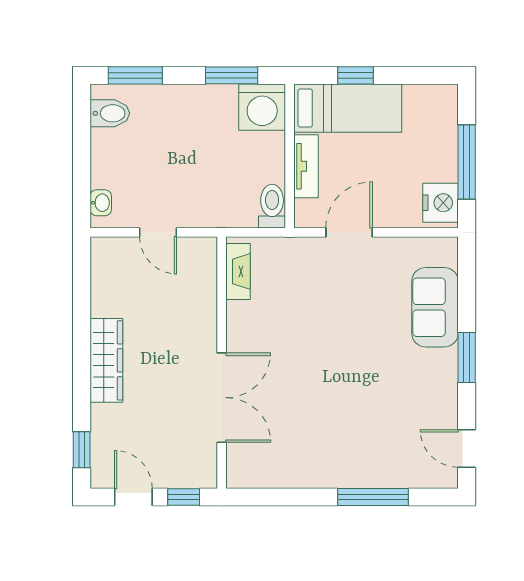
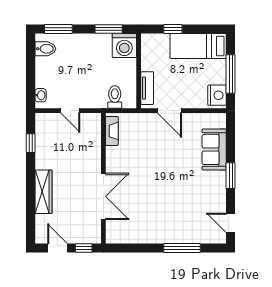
bed: (348, 108) -> (198, 46), moved, turned 180
tv unit: (306, 166) -> (147, 88), moved
toilet: (272, 206) -> (115, 97), moved
door: (349, 232) -> (170, 111), swing flipped
wardrobe: (106, 360) -> (43, 192), moved
window: (82, 450) -> (31, 143), moved

